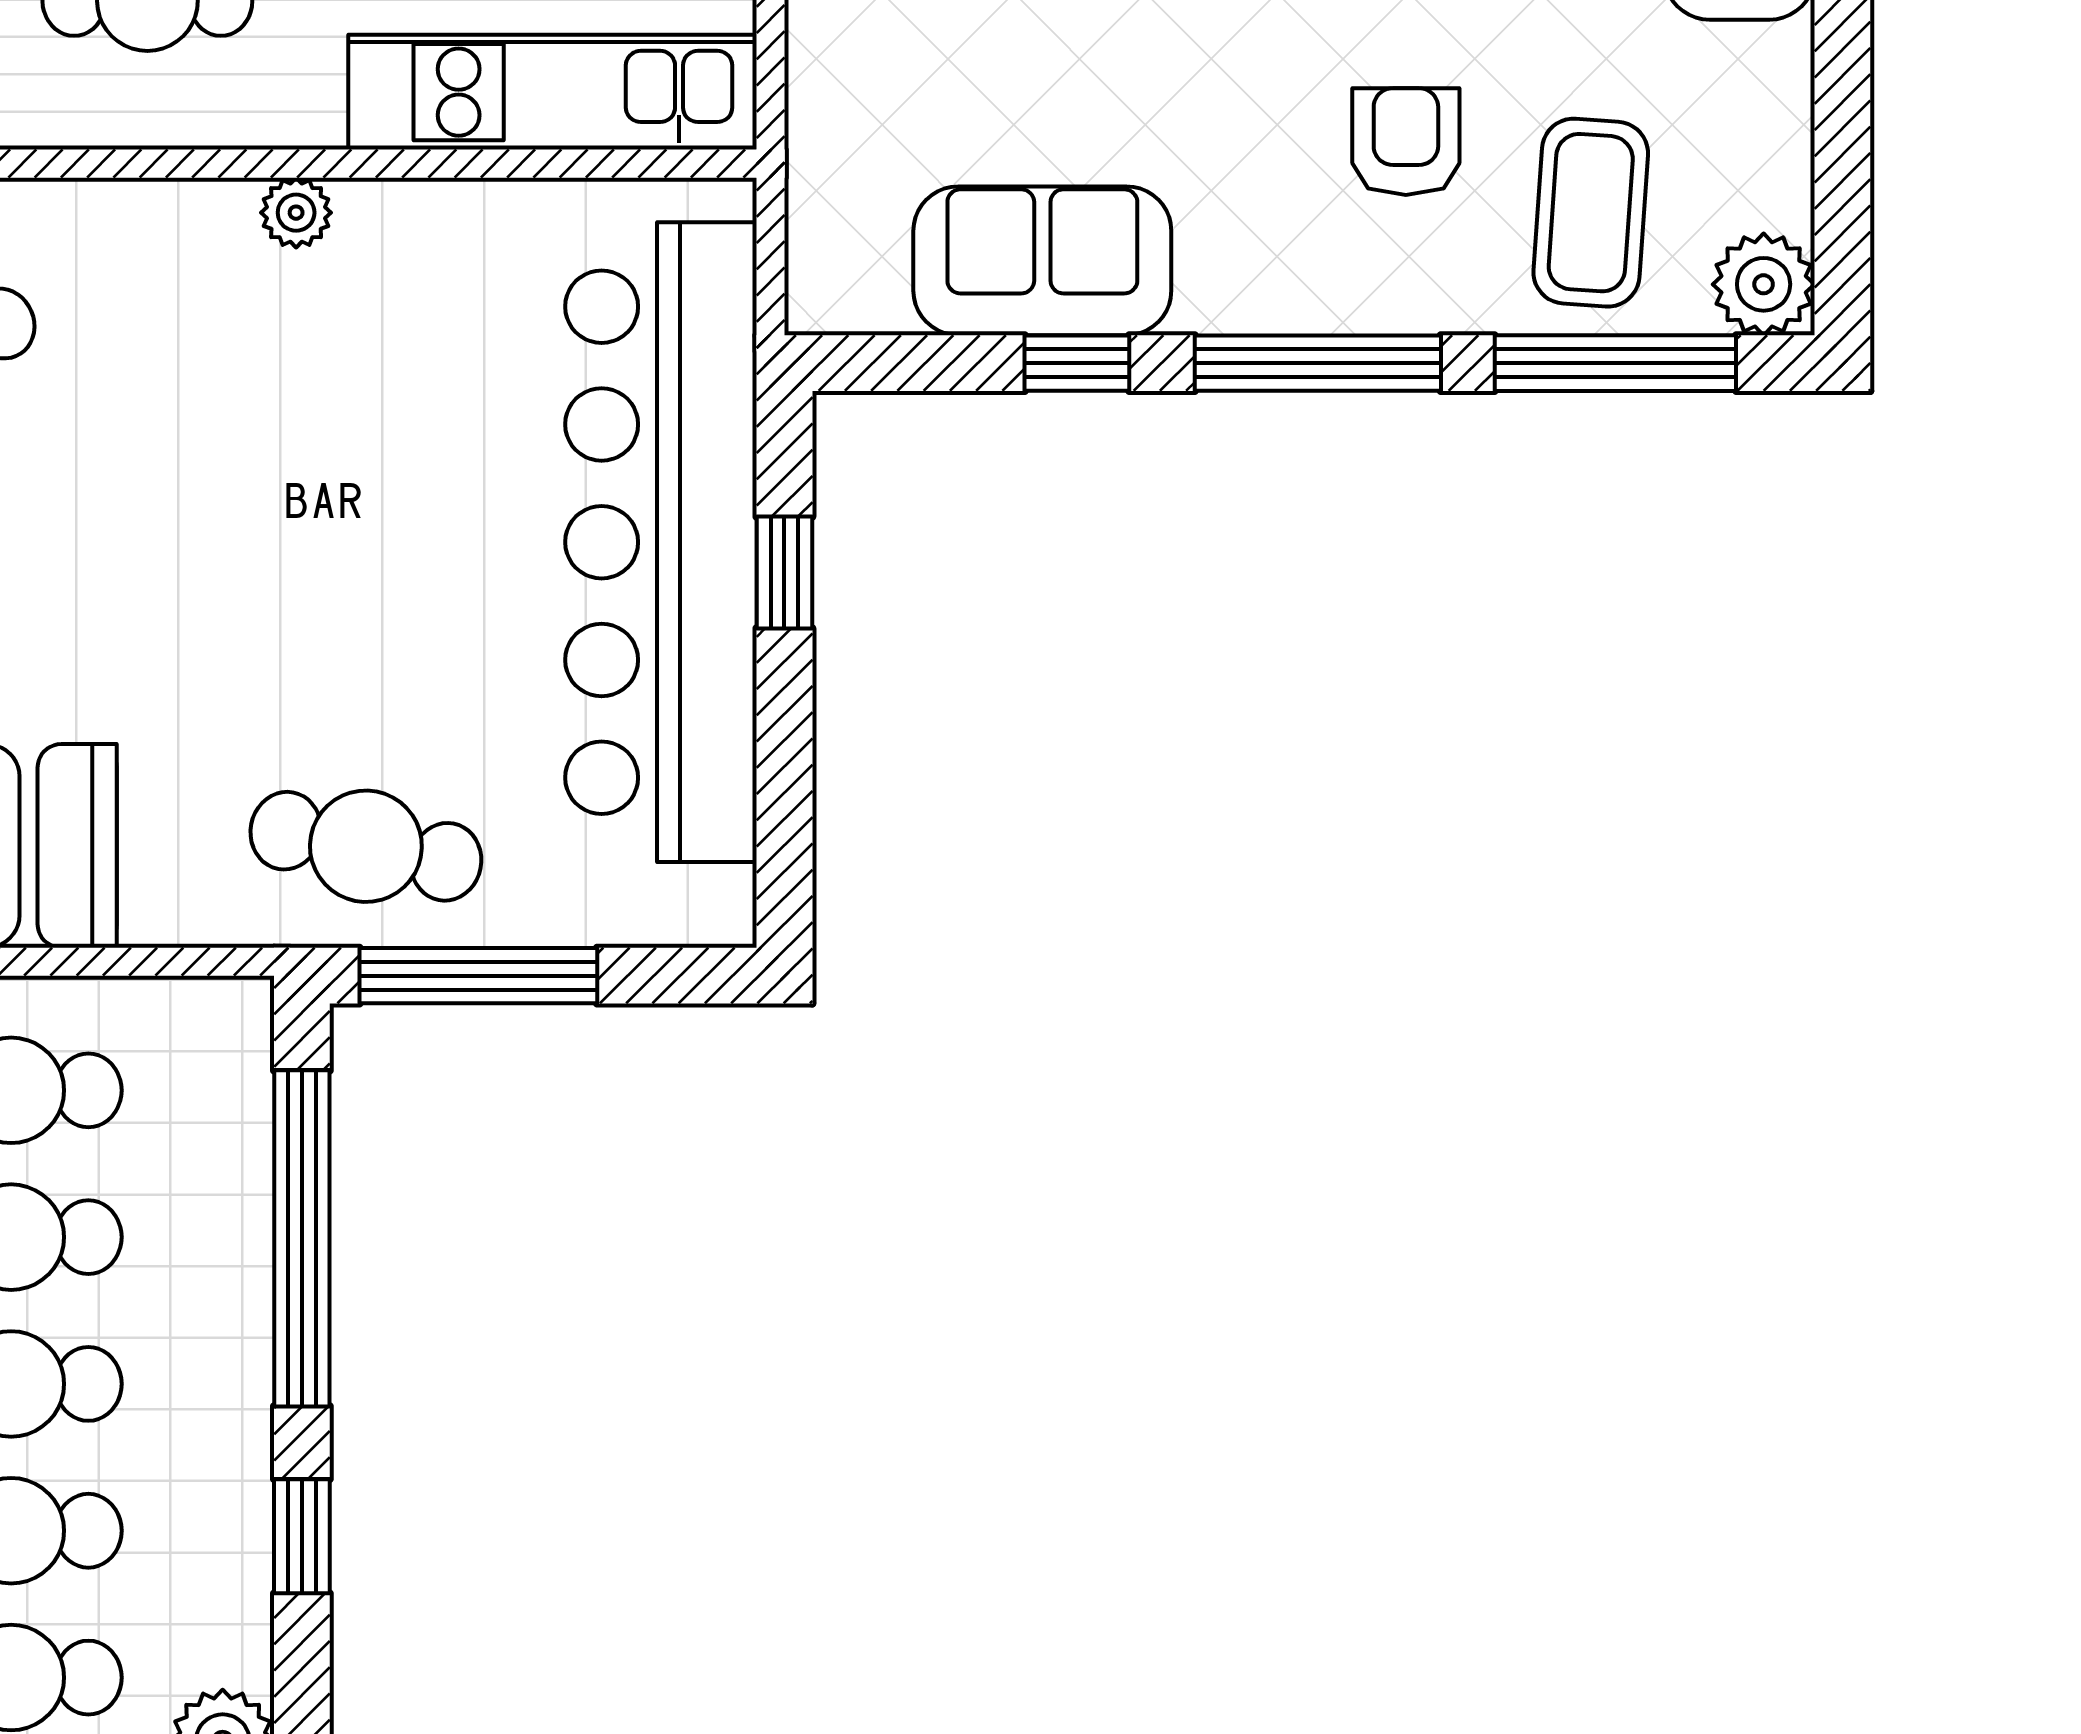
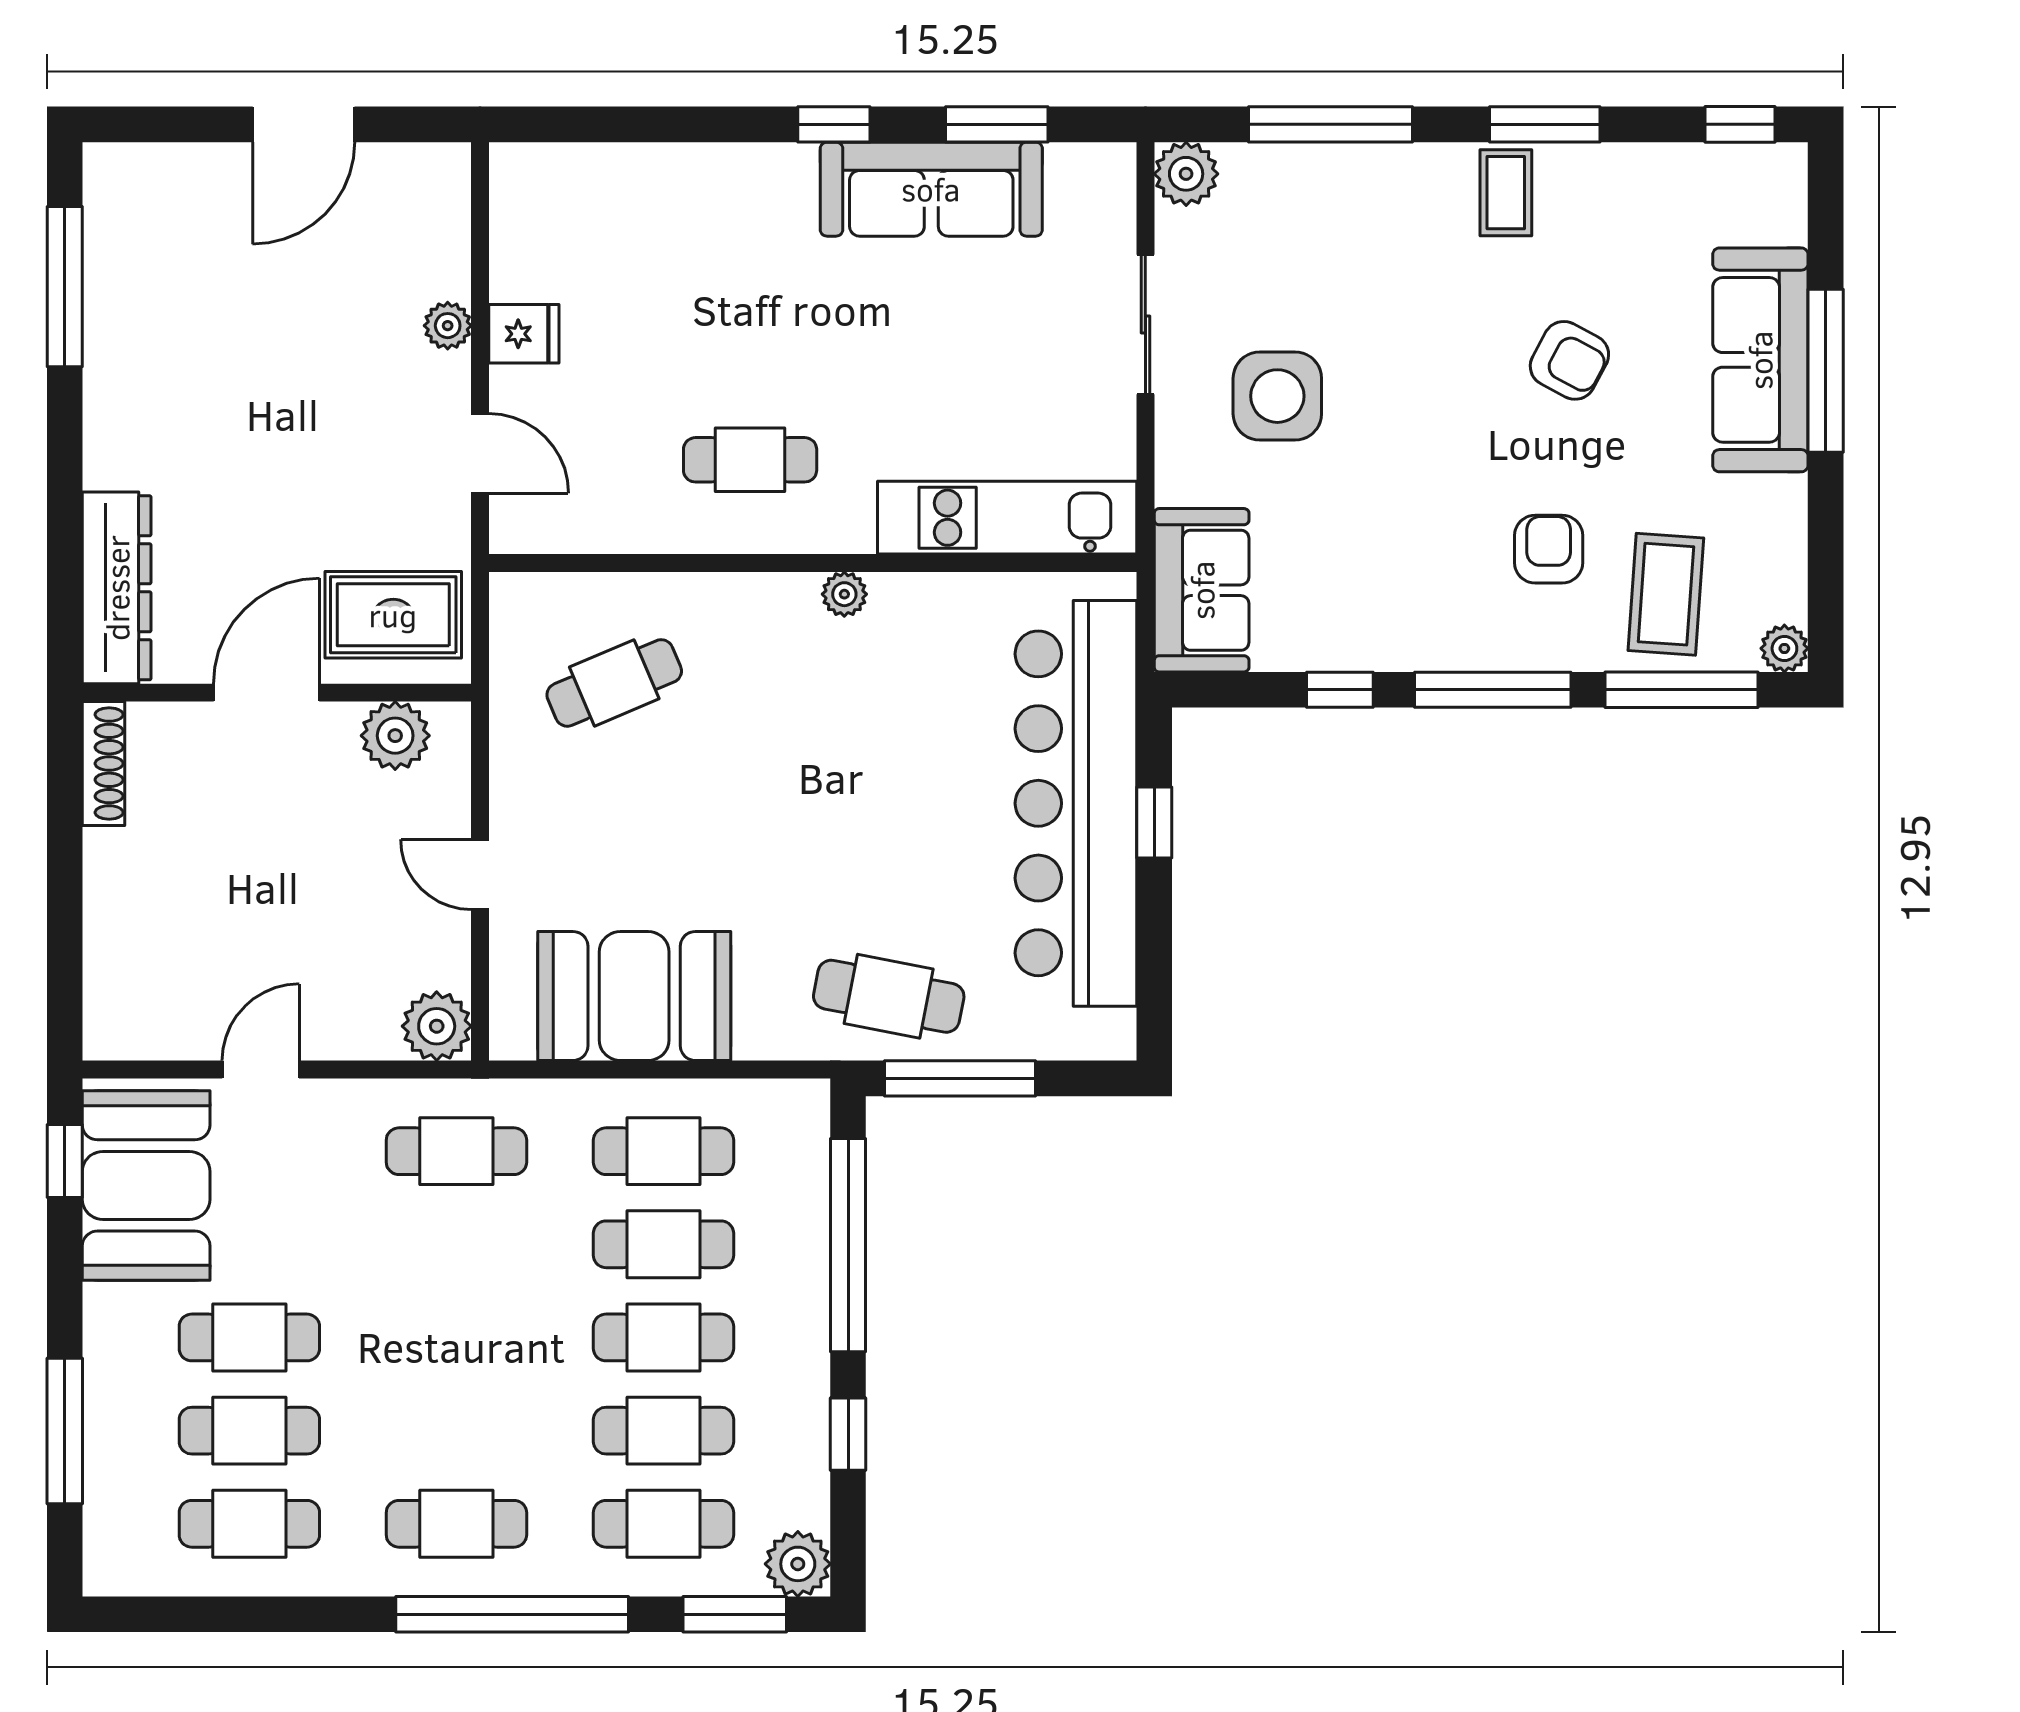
sofa: (1042, 261) -> (1202, 590), moved, turned 90
plant: (1764, 284) -> (1784, 648), width x0.73, depth x0.73

